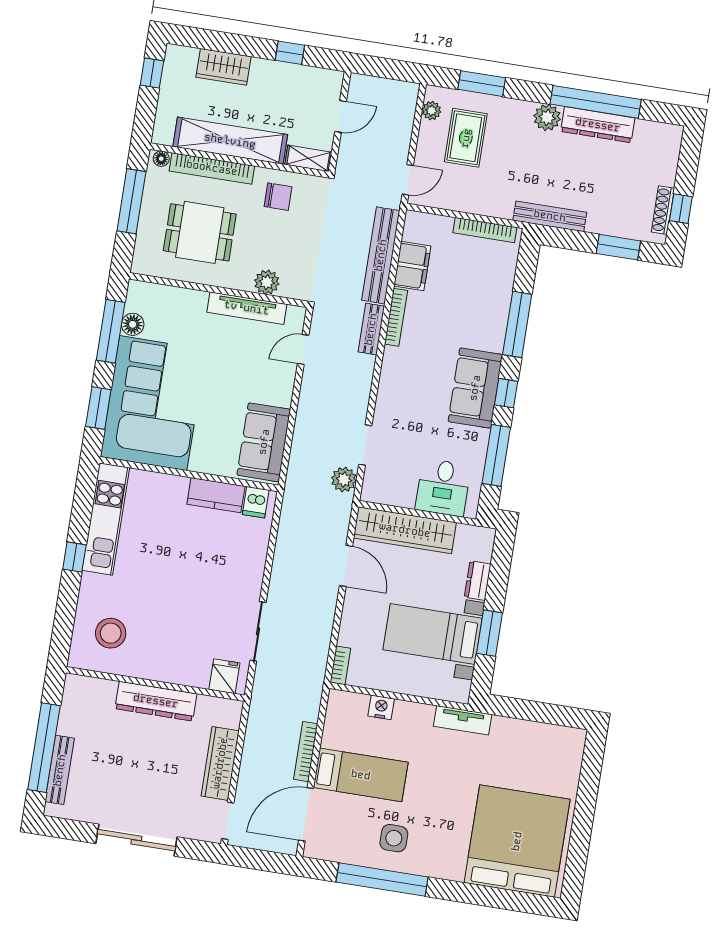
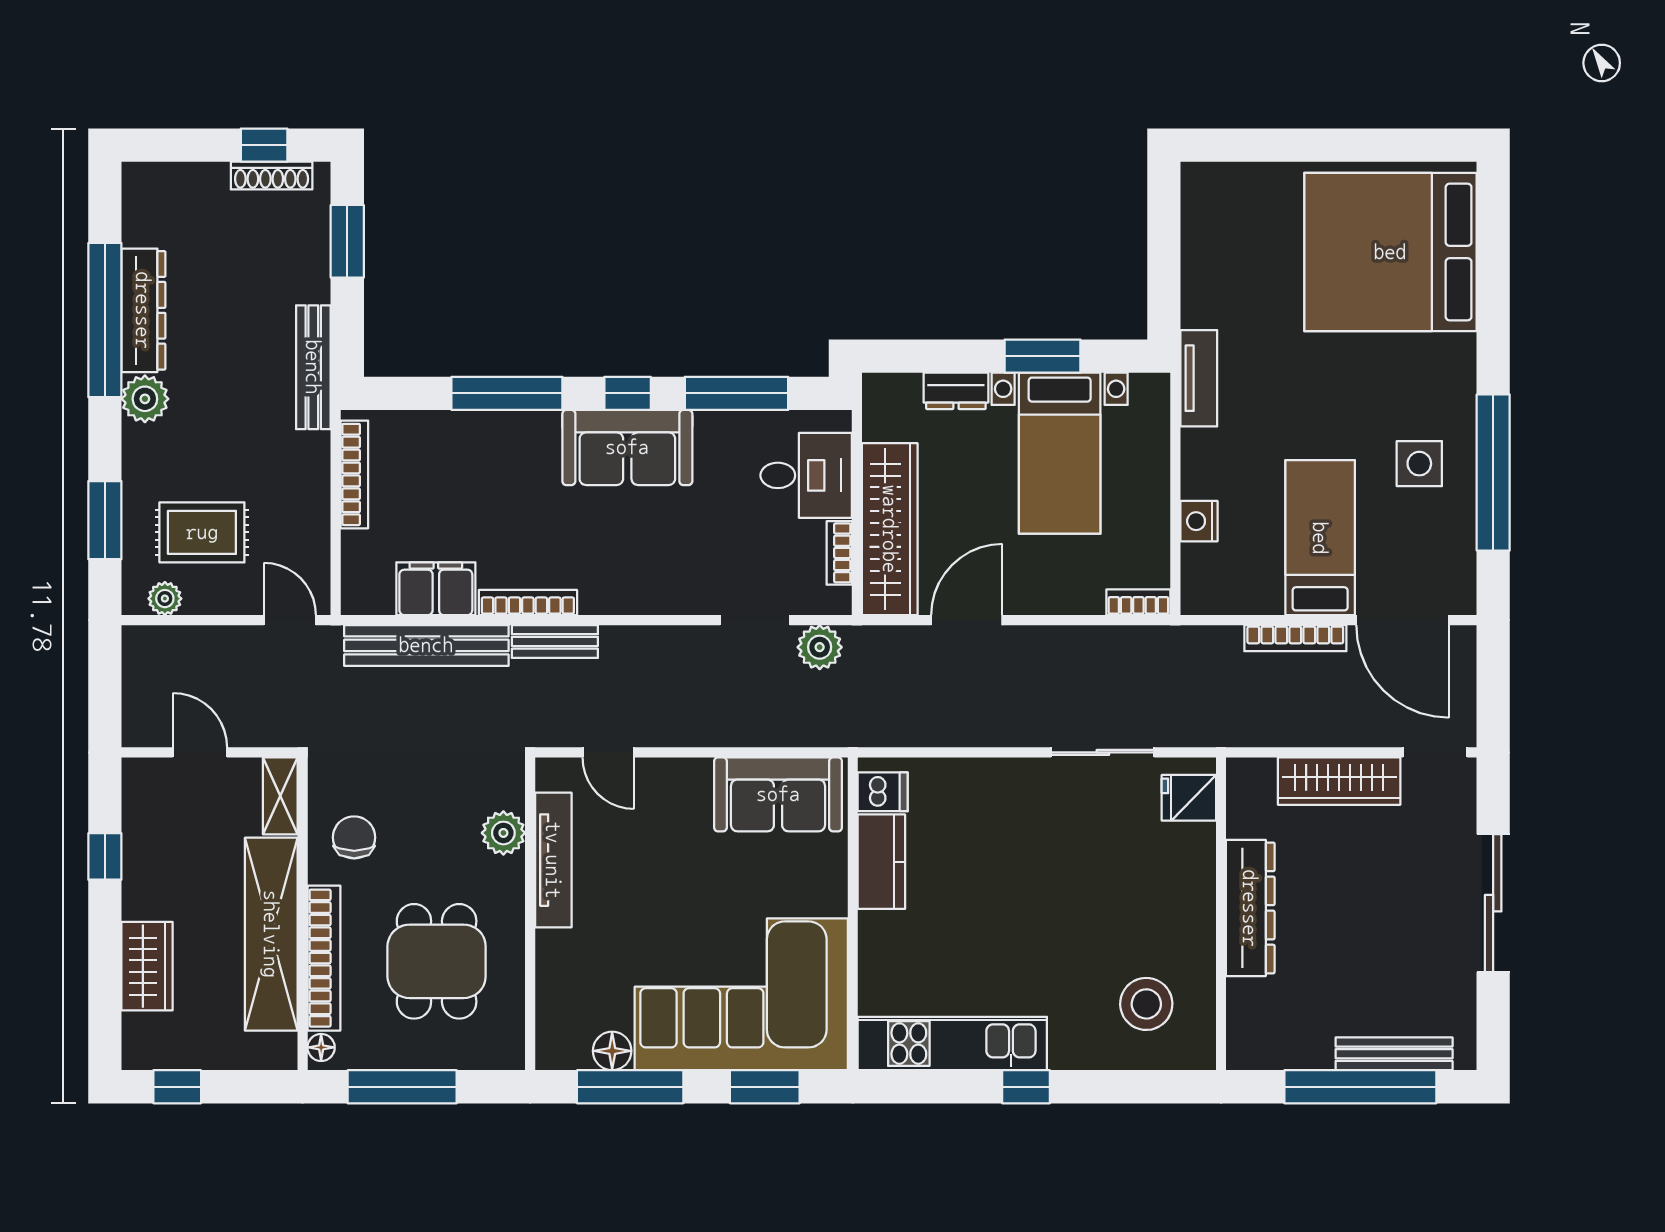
bookcase: (396, 499) -> (839, 553), added

